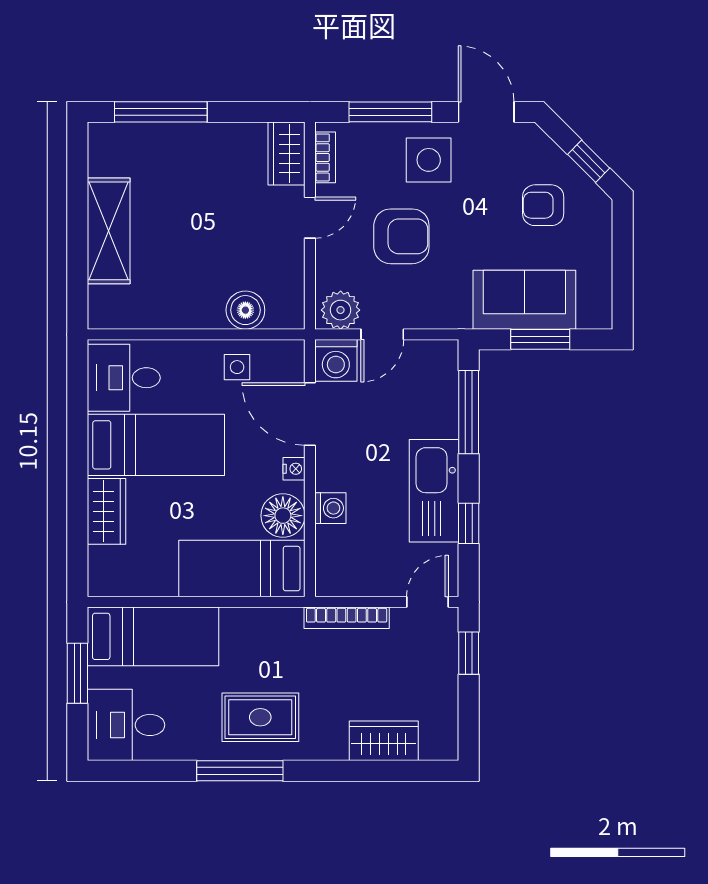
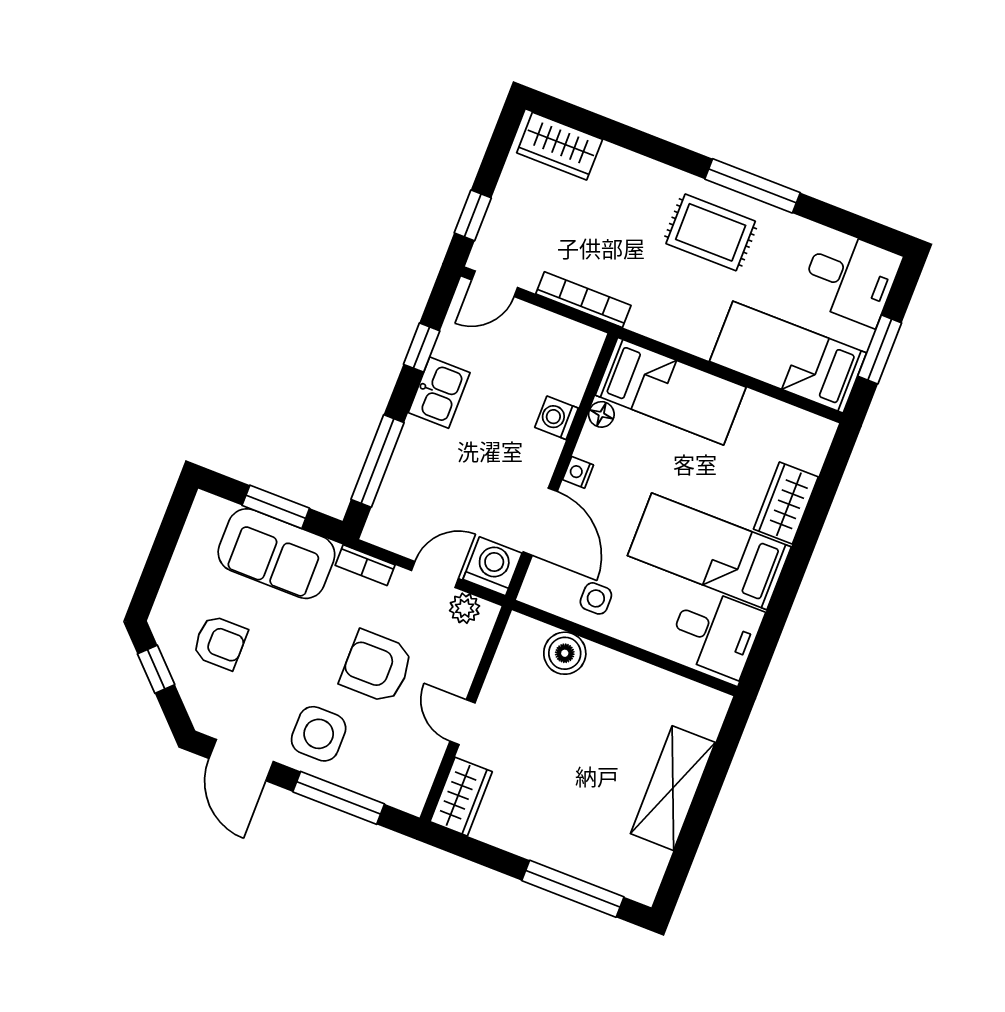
bookcase: (325, 157) -> (365, 565), moved, turned -90
door: (310, 218) -> (463, 722), hinge flipped
plant: (341, 310) -> (465, 608), width x0.73, depth x0.73
kitchen sink: (434, 491) -> (439, 393), width x0.53, depth x0.81
floor lamp: (283, 516) -> (601, 414), width x0.53, depth x0.53
wardrobe: (384, 741) -> (560, 146), moved

